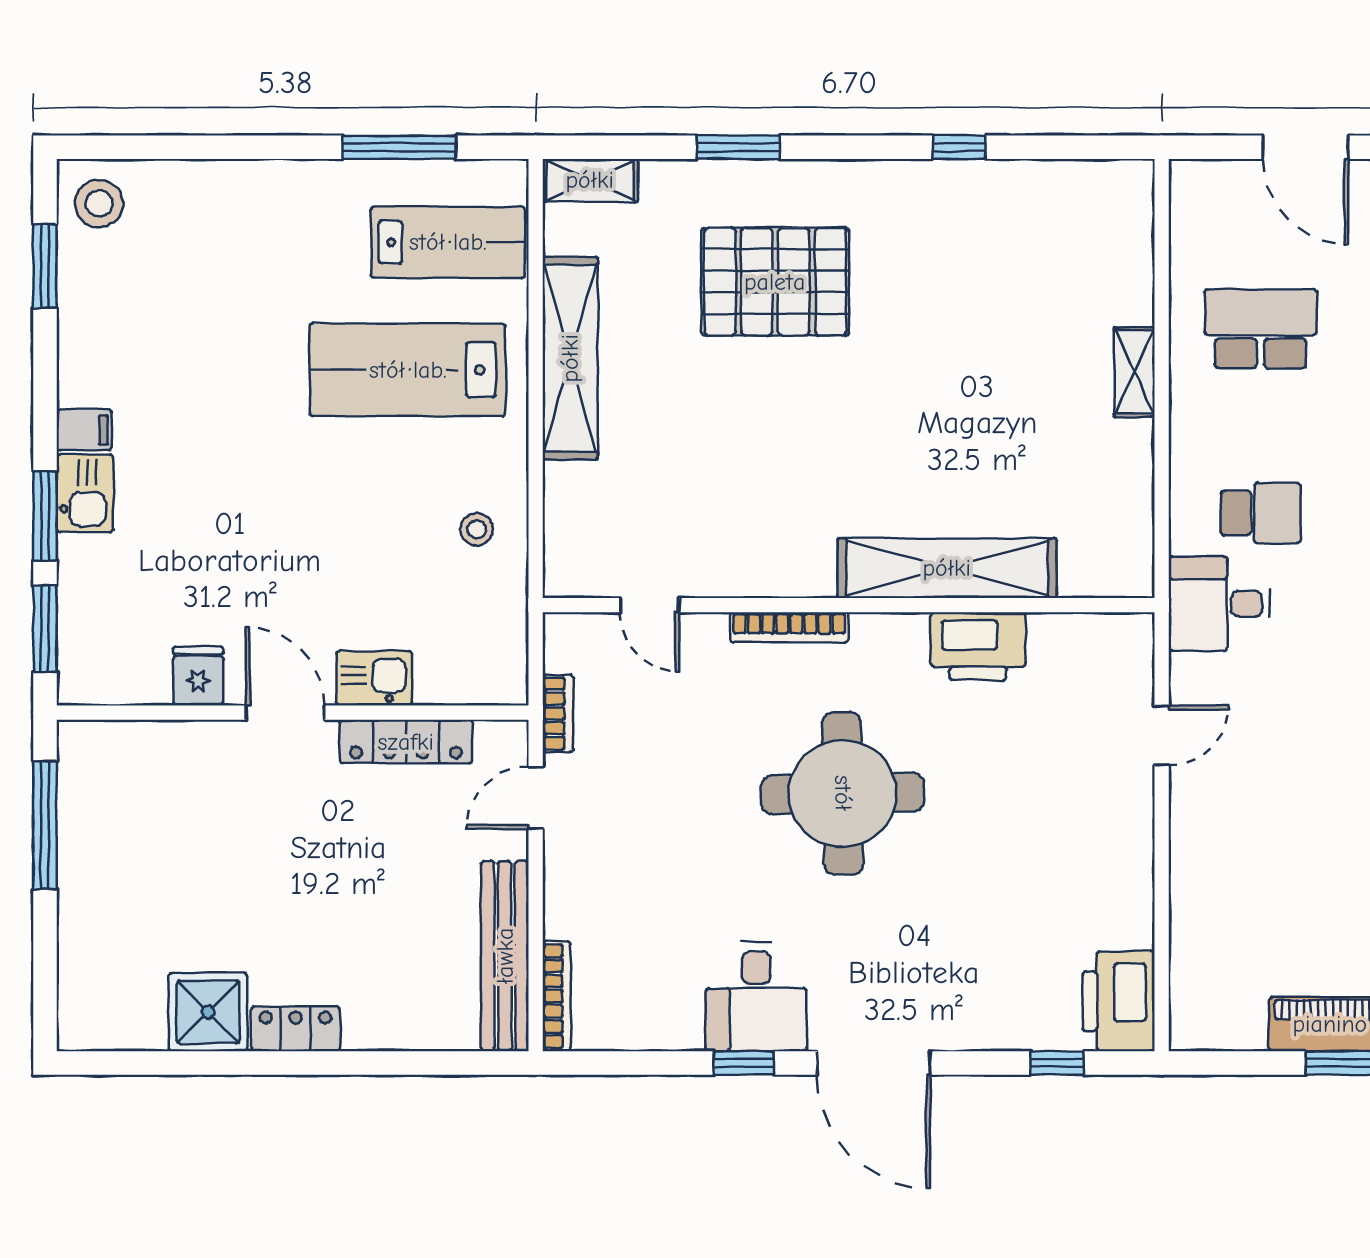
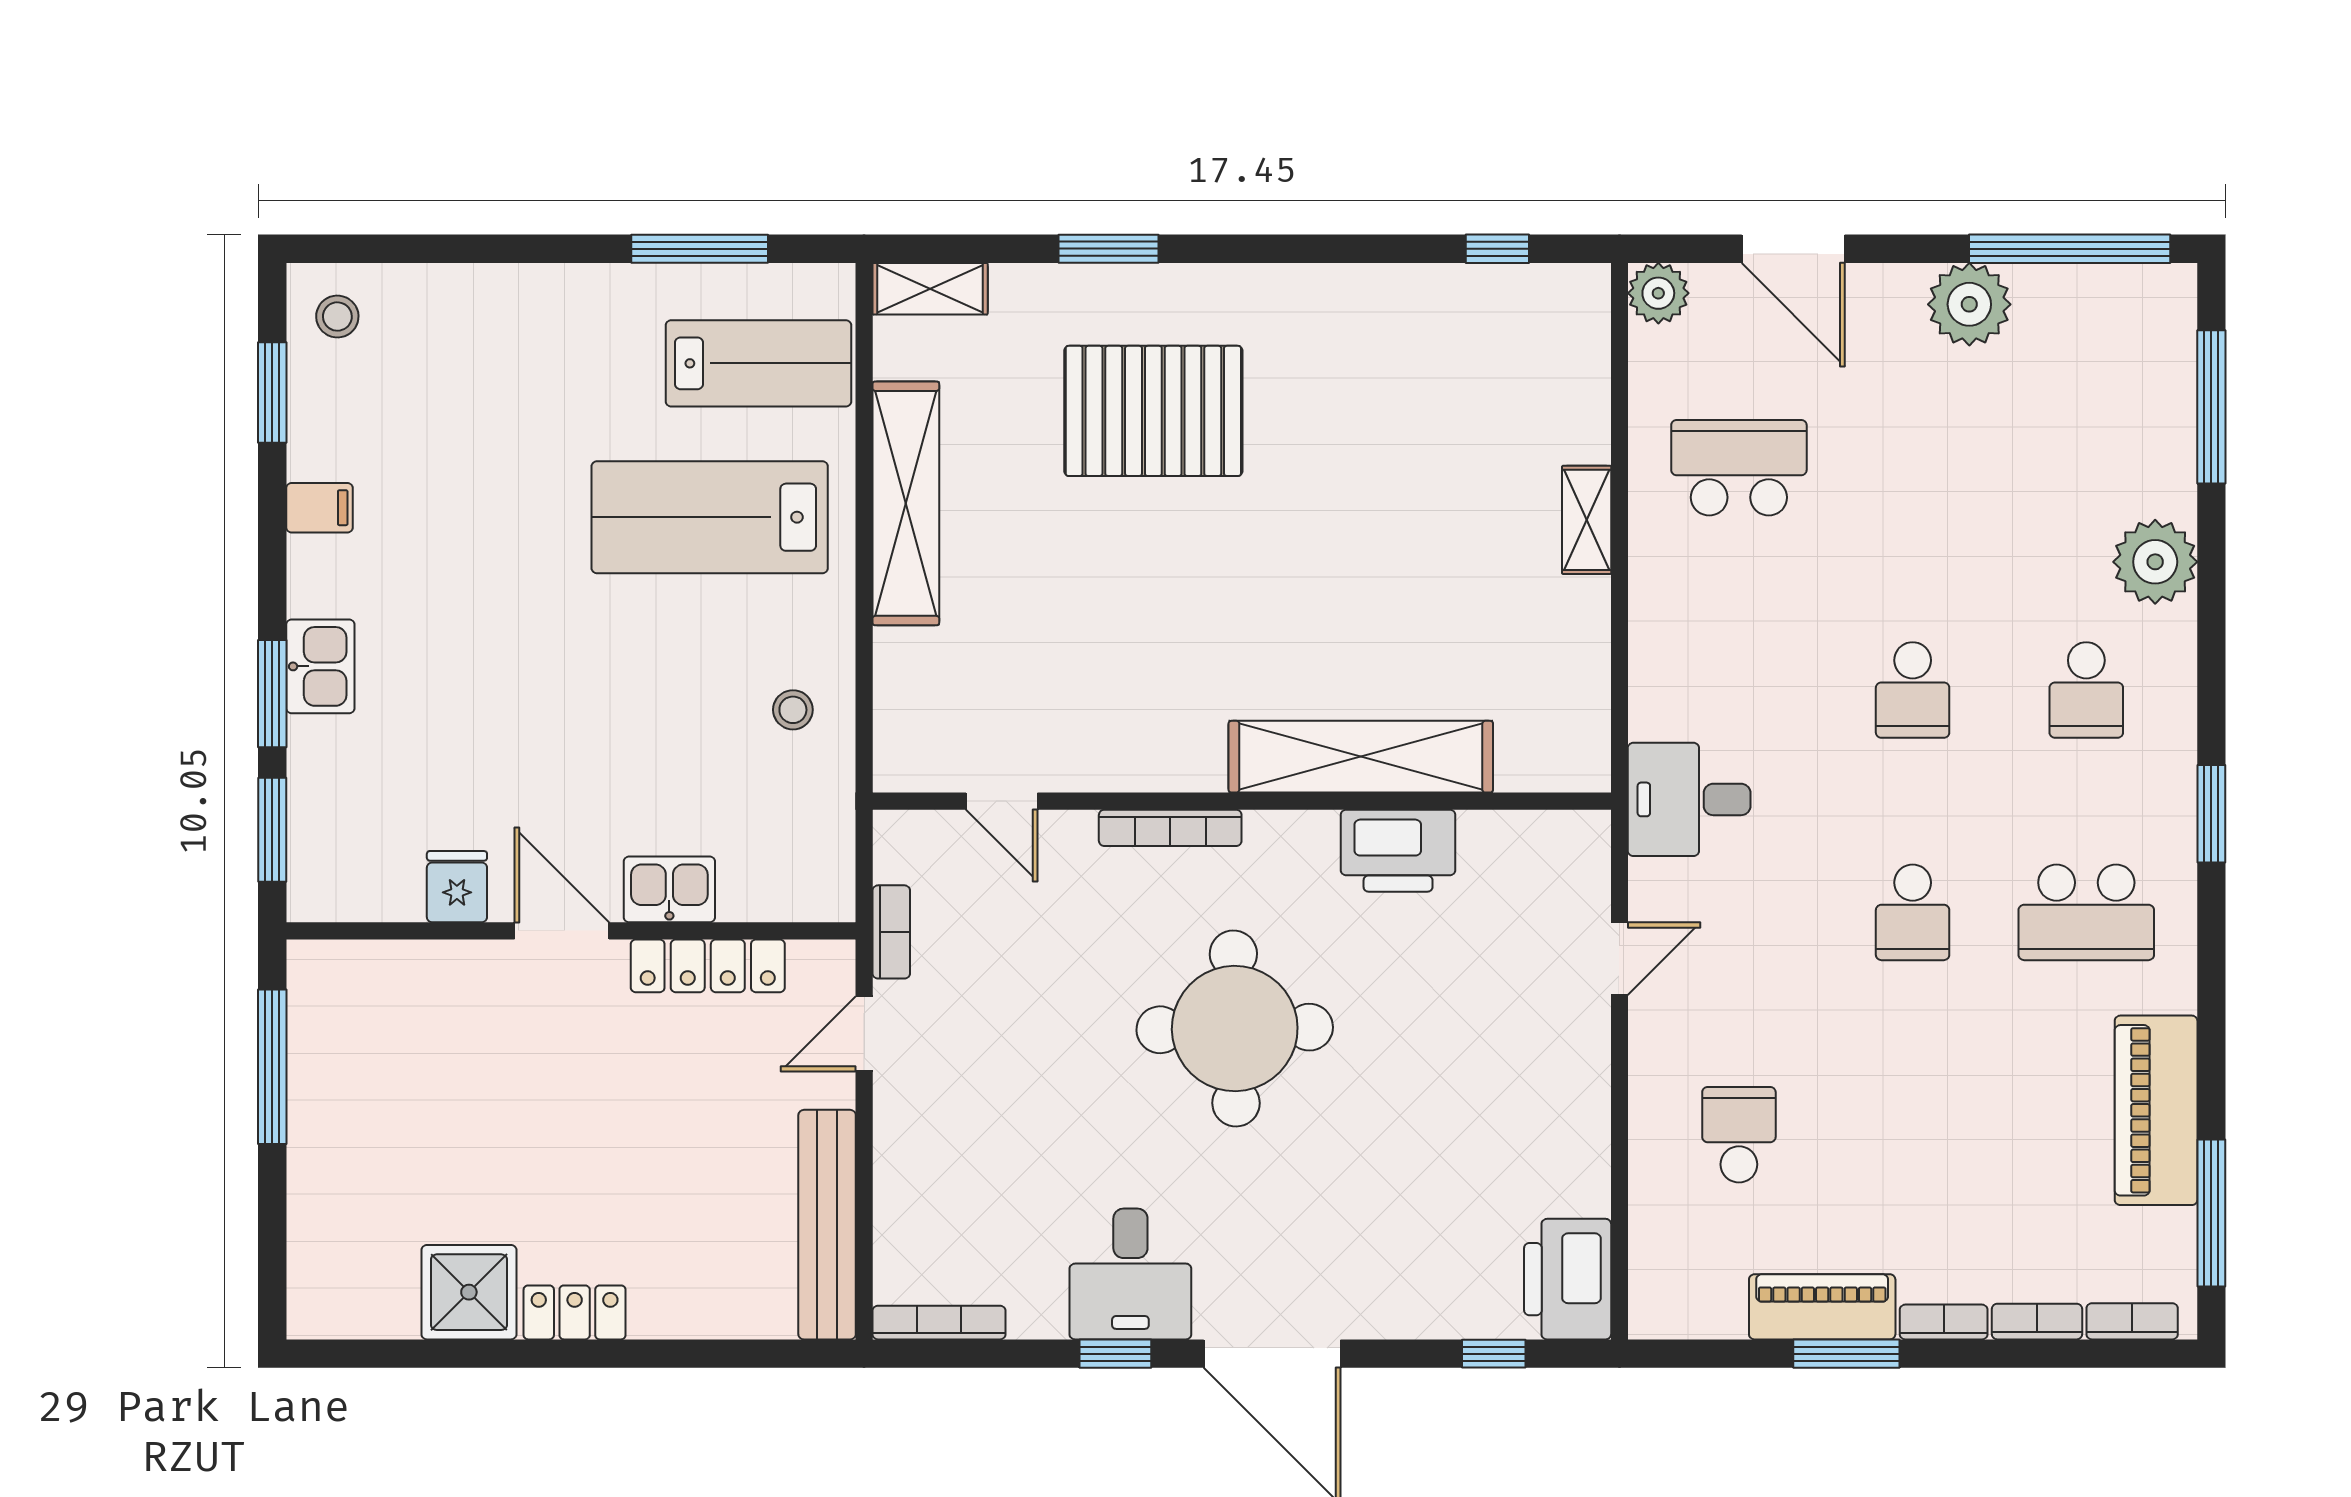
window: (959, 147) -> (1497, 249), moved
plant: (1194, 184) -> (1658, 293), added
stool: (99, 203) -> (337, 317), width x0.73, depth x0.73
filing cabinet: (84, 430) -> (319, 508), moved
school desk: (1261, 513) -> (1739, 1135), moved, turned -90
bookcase: (557, 996) -> (939, 1323), moved, turned -90

